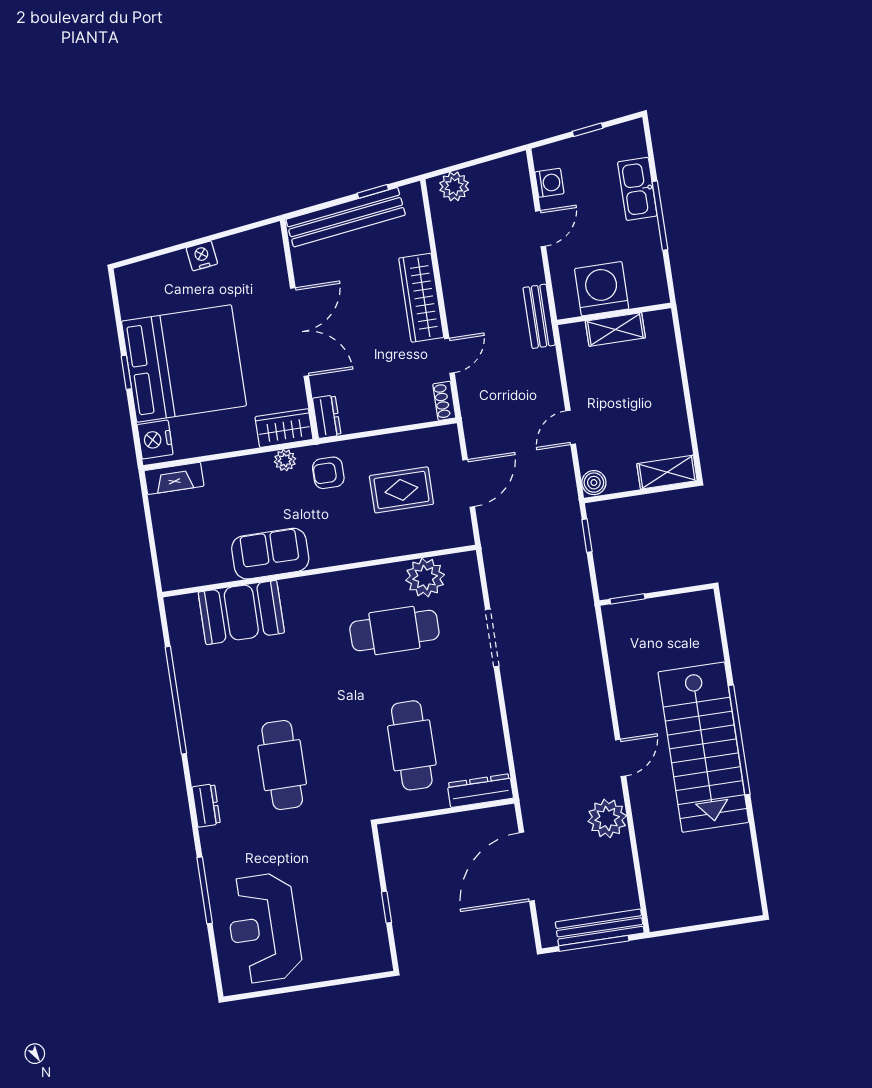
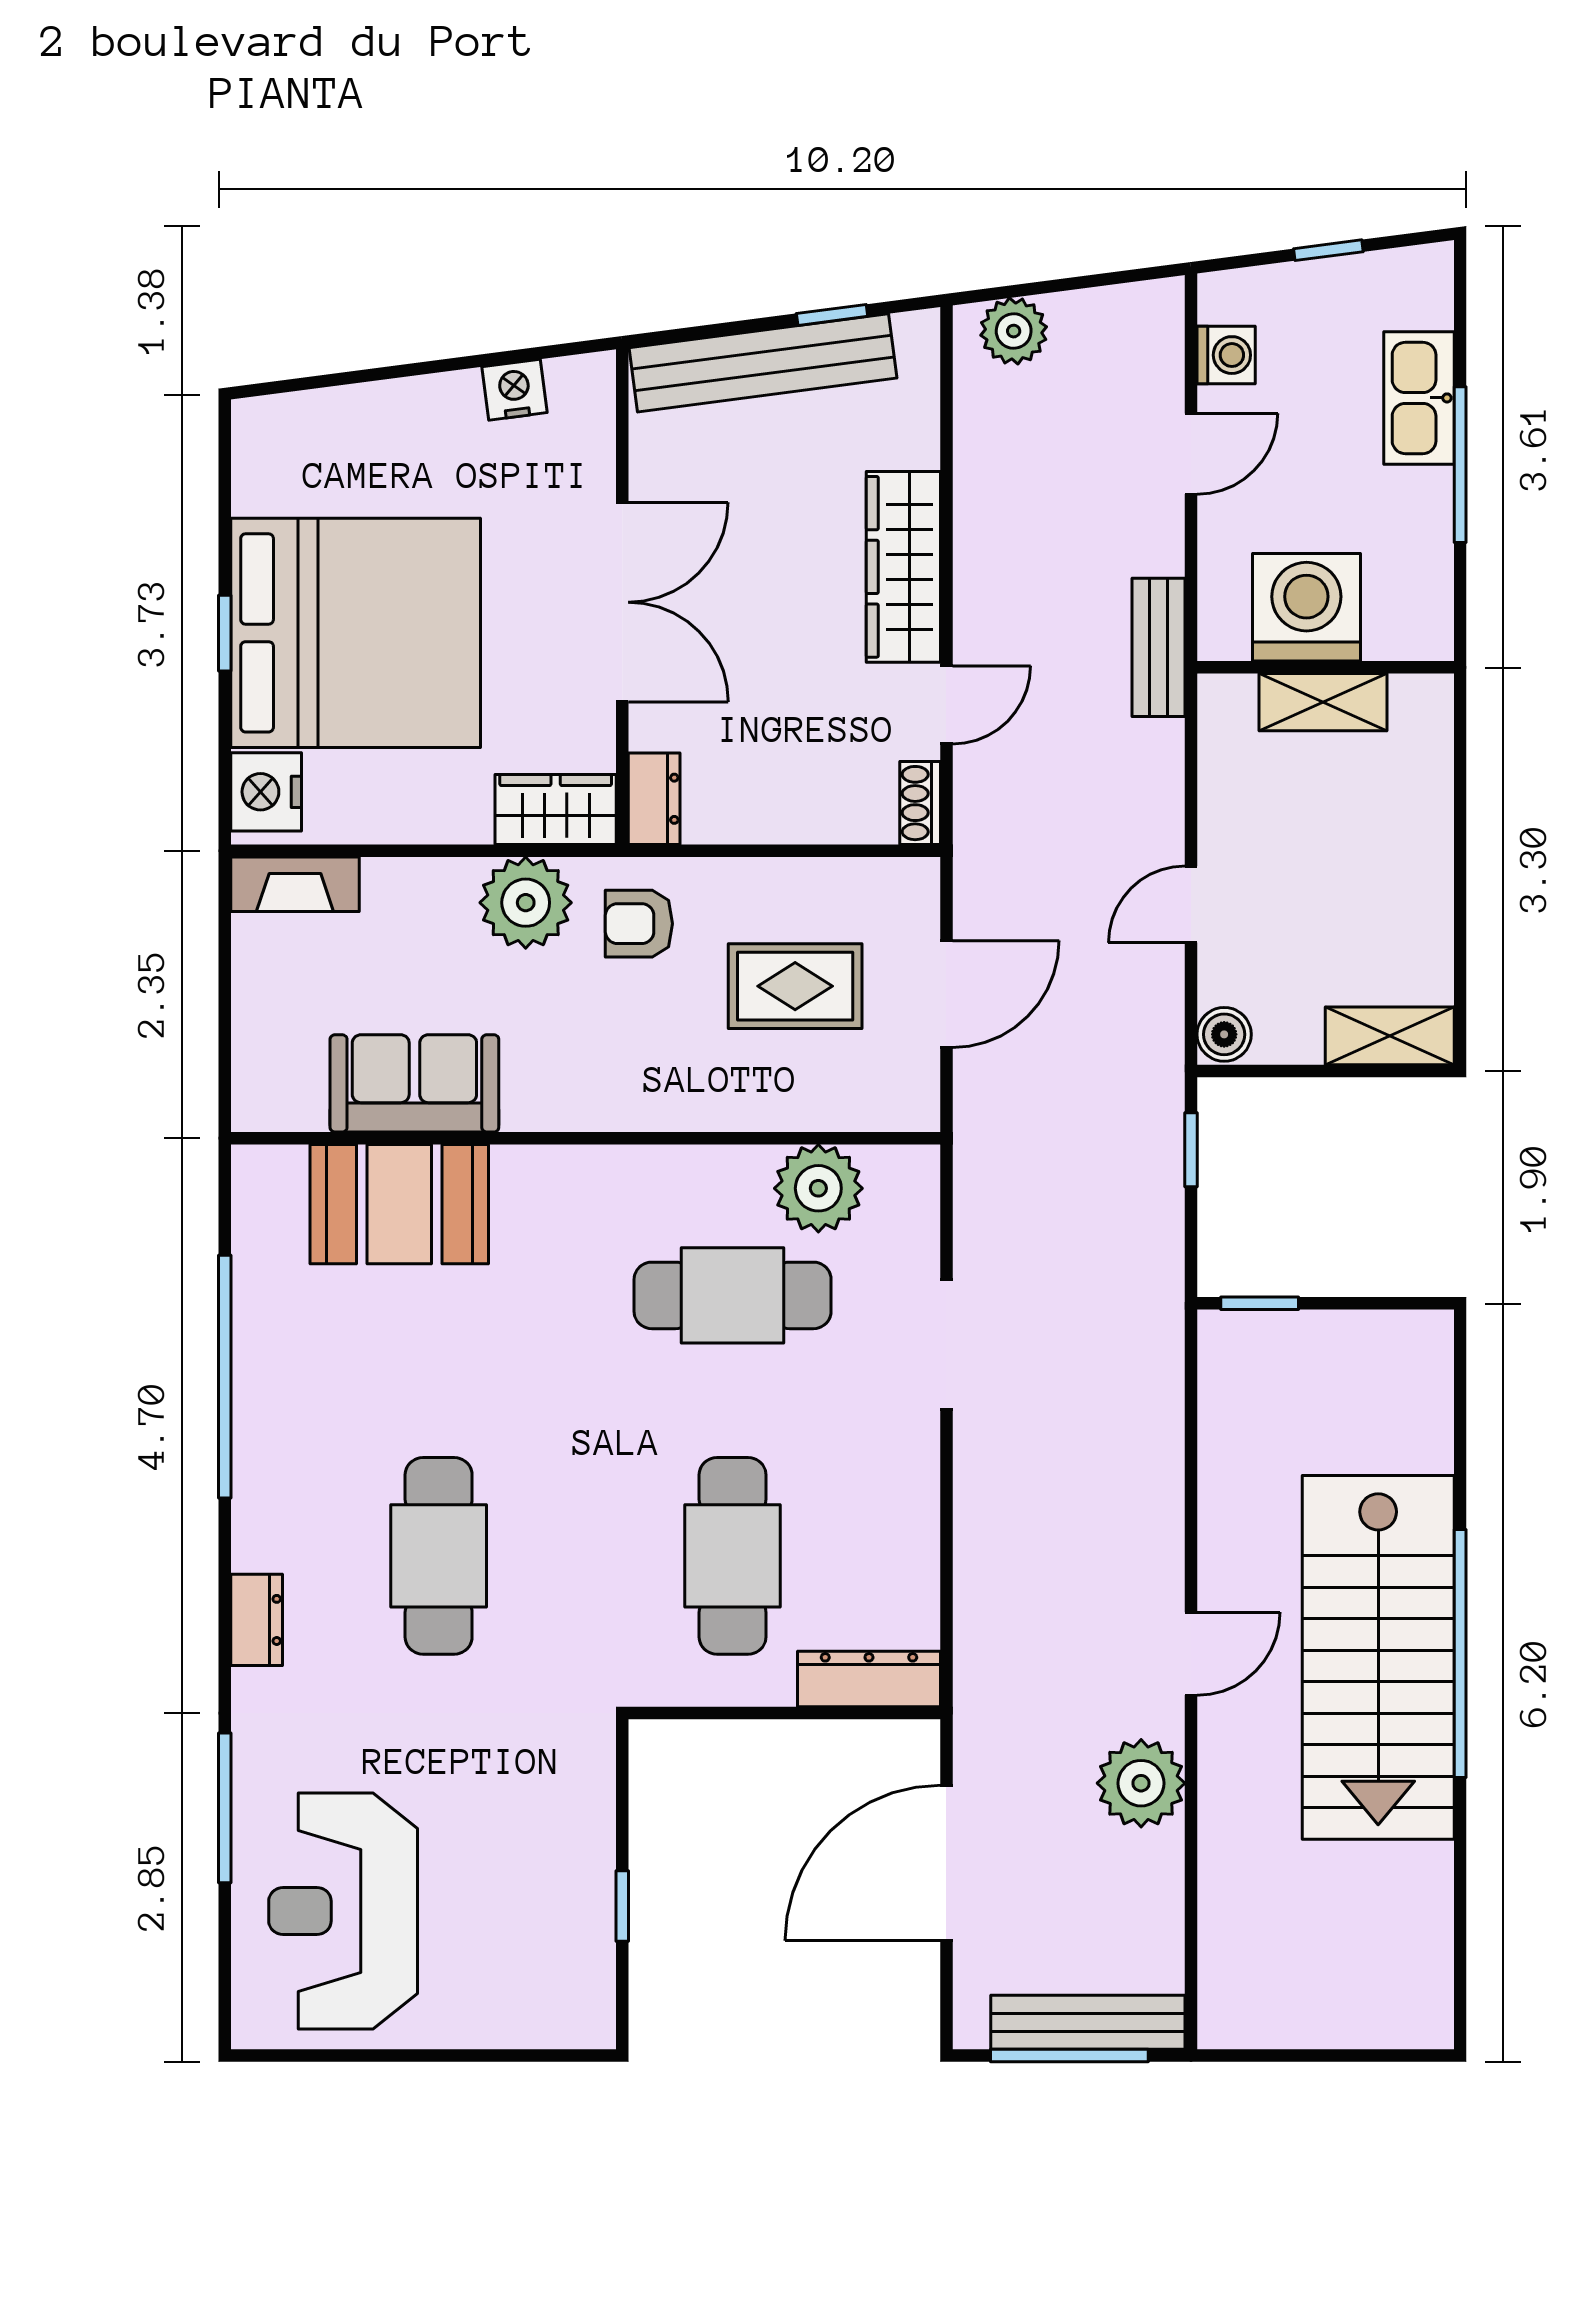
nightstand: (202, 256) -> (514, 390), moved
plant: (285, 460) -> (526, 903), width x1.87, depth x1.87
sofa: (270, 554) -> (414, 1083), moved

